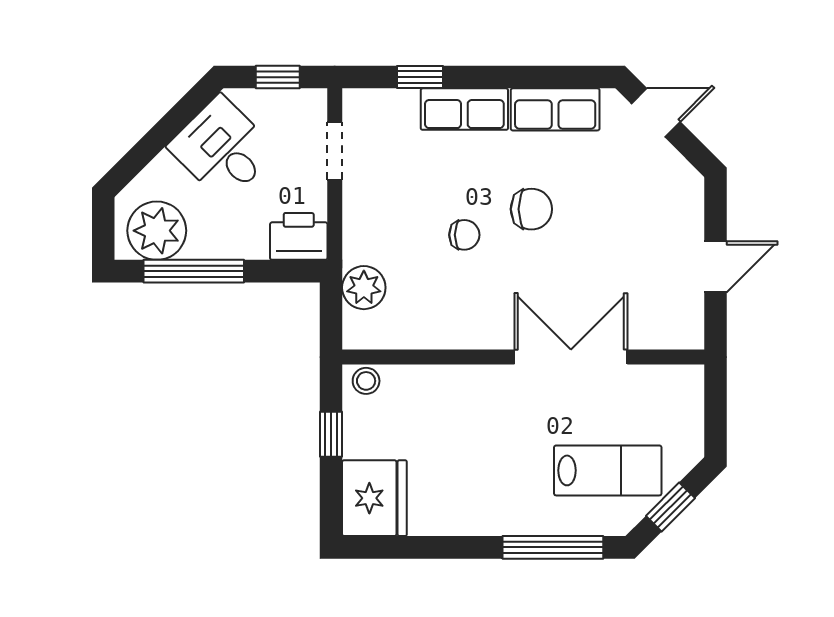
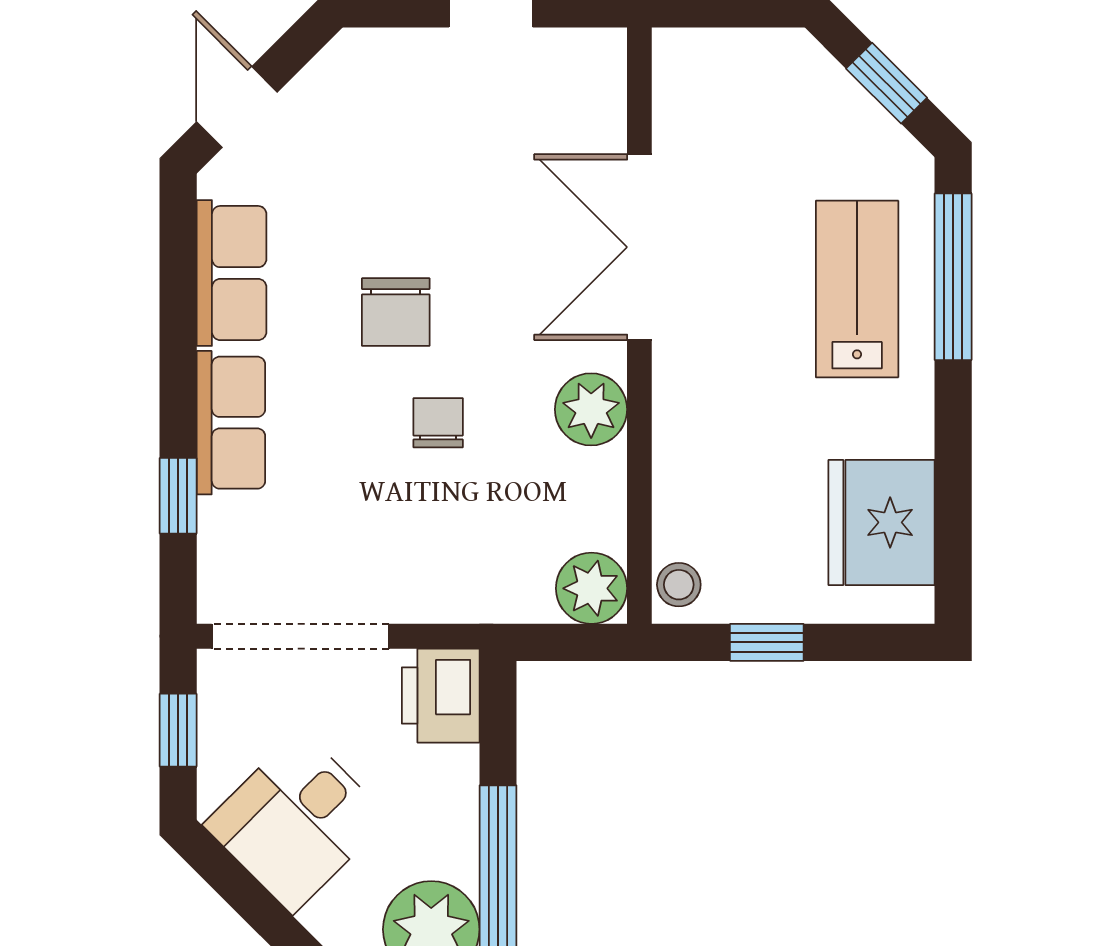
doorway: (335, 151) -> (300, 636), width x1.88
chair: (531, 209) -> (396, 312), turned 180
plant: (364, 288) -> (591, 588), moved
plant: (472, 328) -> (591, 409), added
lab bench: (608, 470) -> (857, 289), moved
fridge: (374, 498) -> (882, 522), moved, turned -90

